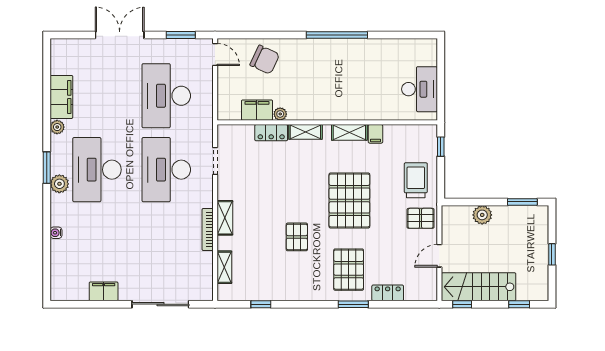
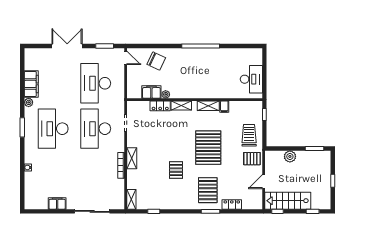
plant: (59, 184) -> (30, 137), removed
shelving: (224, 267) -> (131, 199), moved

